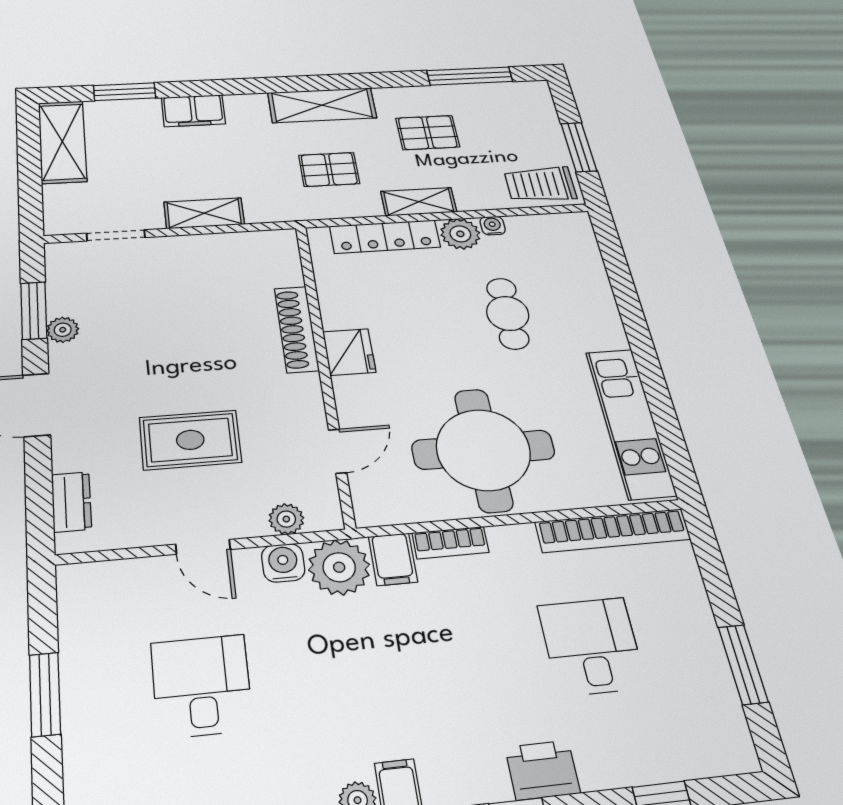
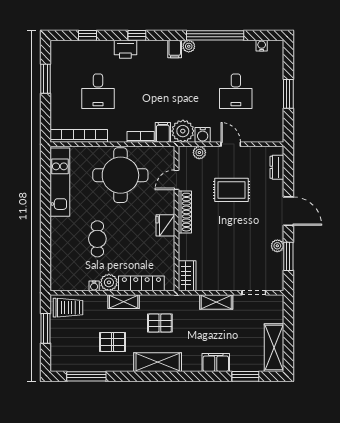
wardrobe: (280, 257) -> (187, 276), added
shoe rack: (297, 329) -> (185, 212), moved

